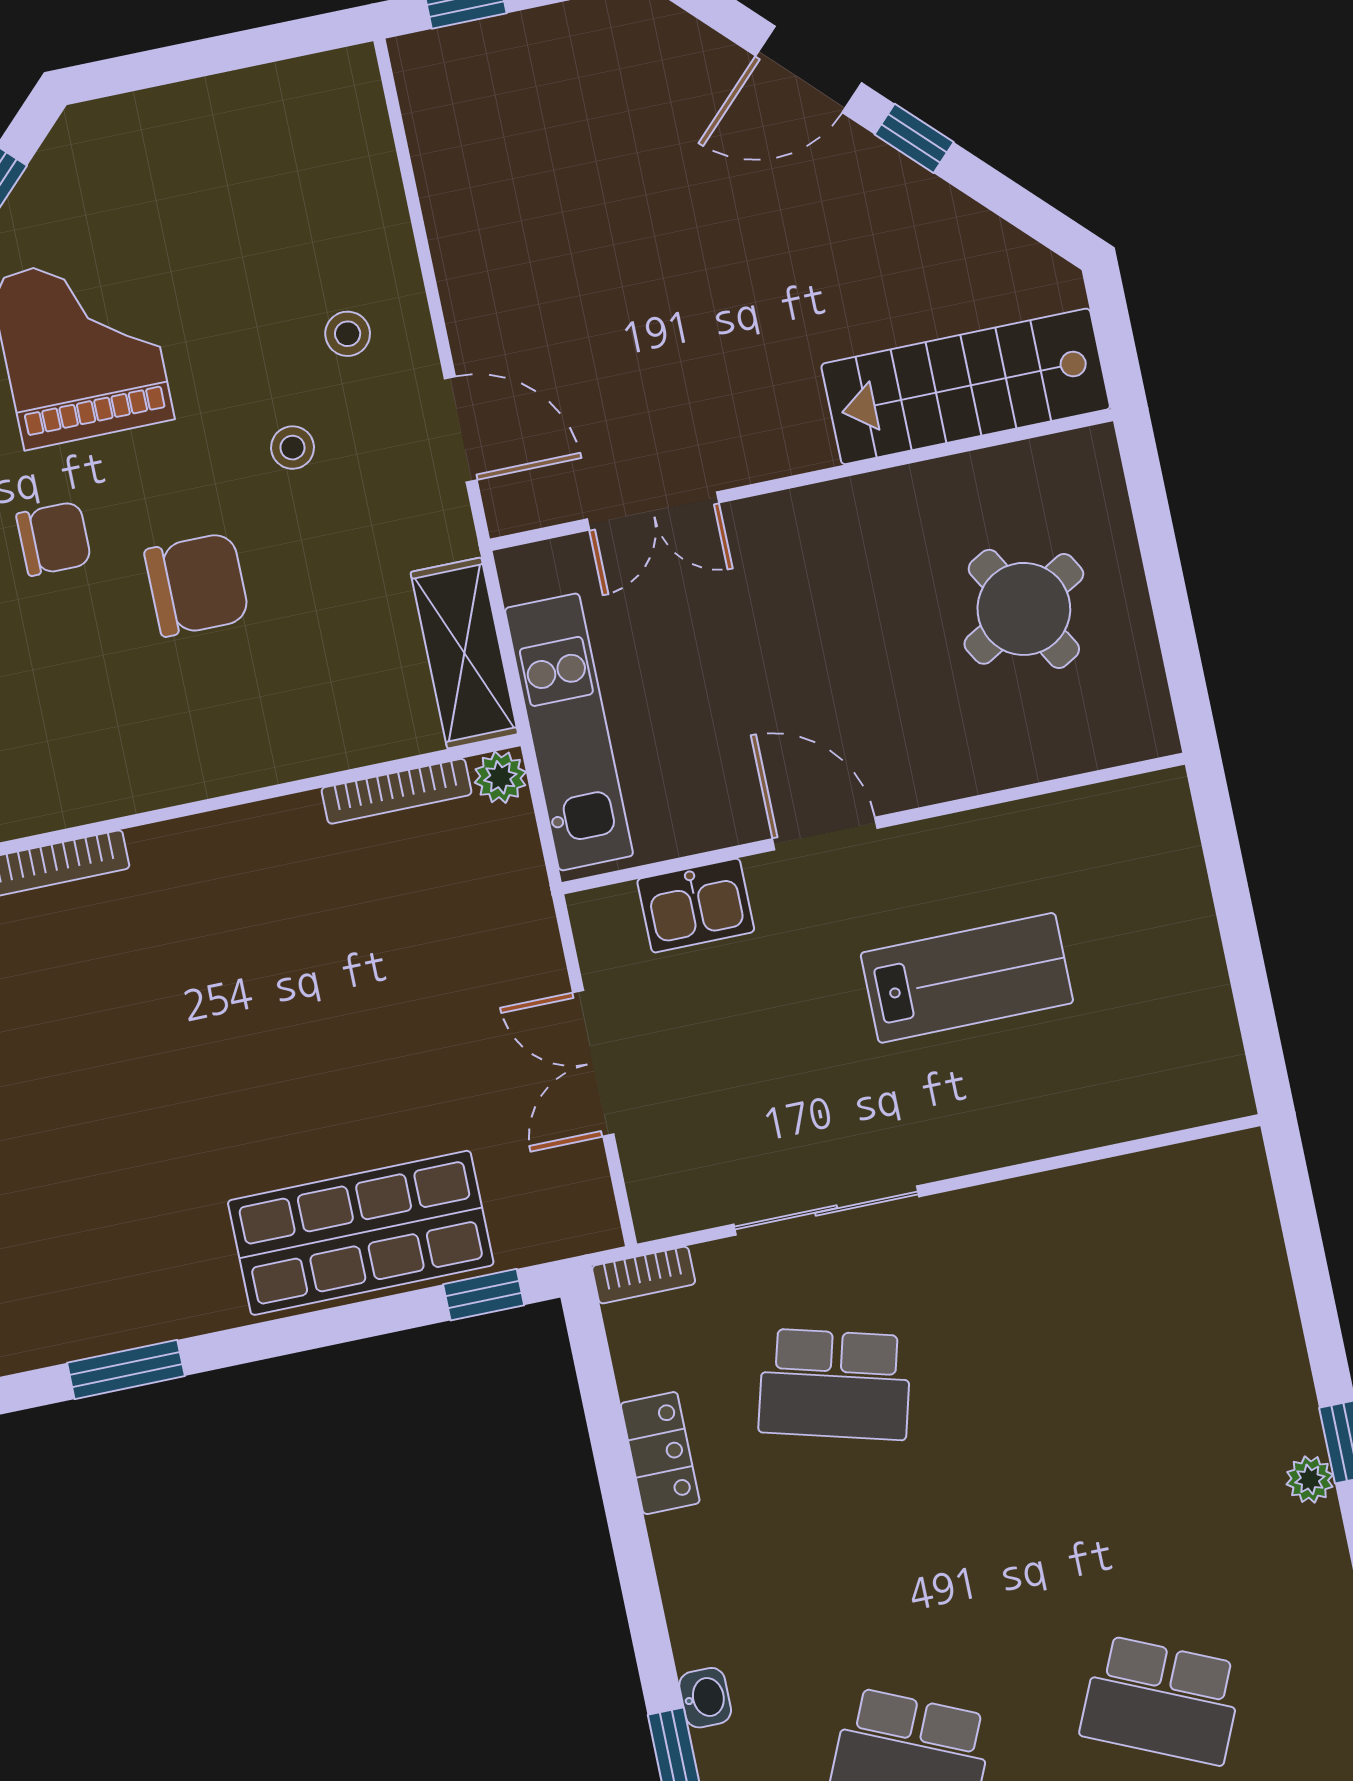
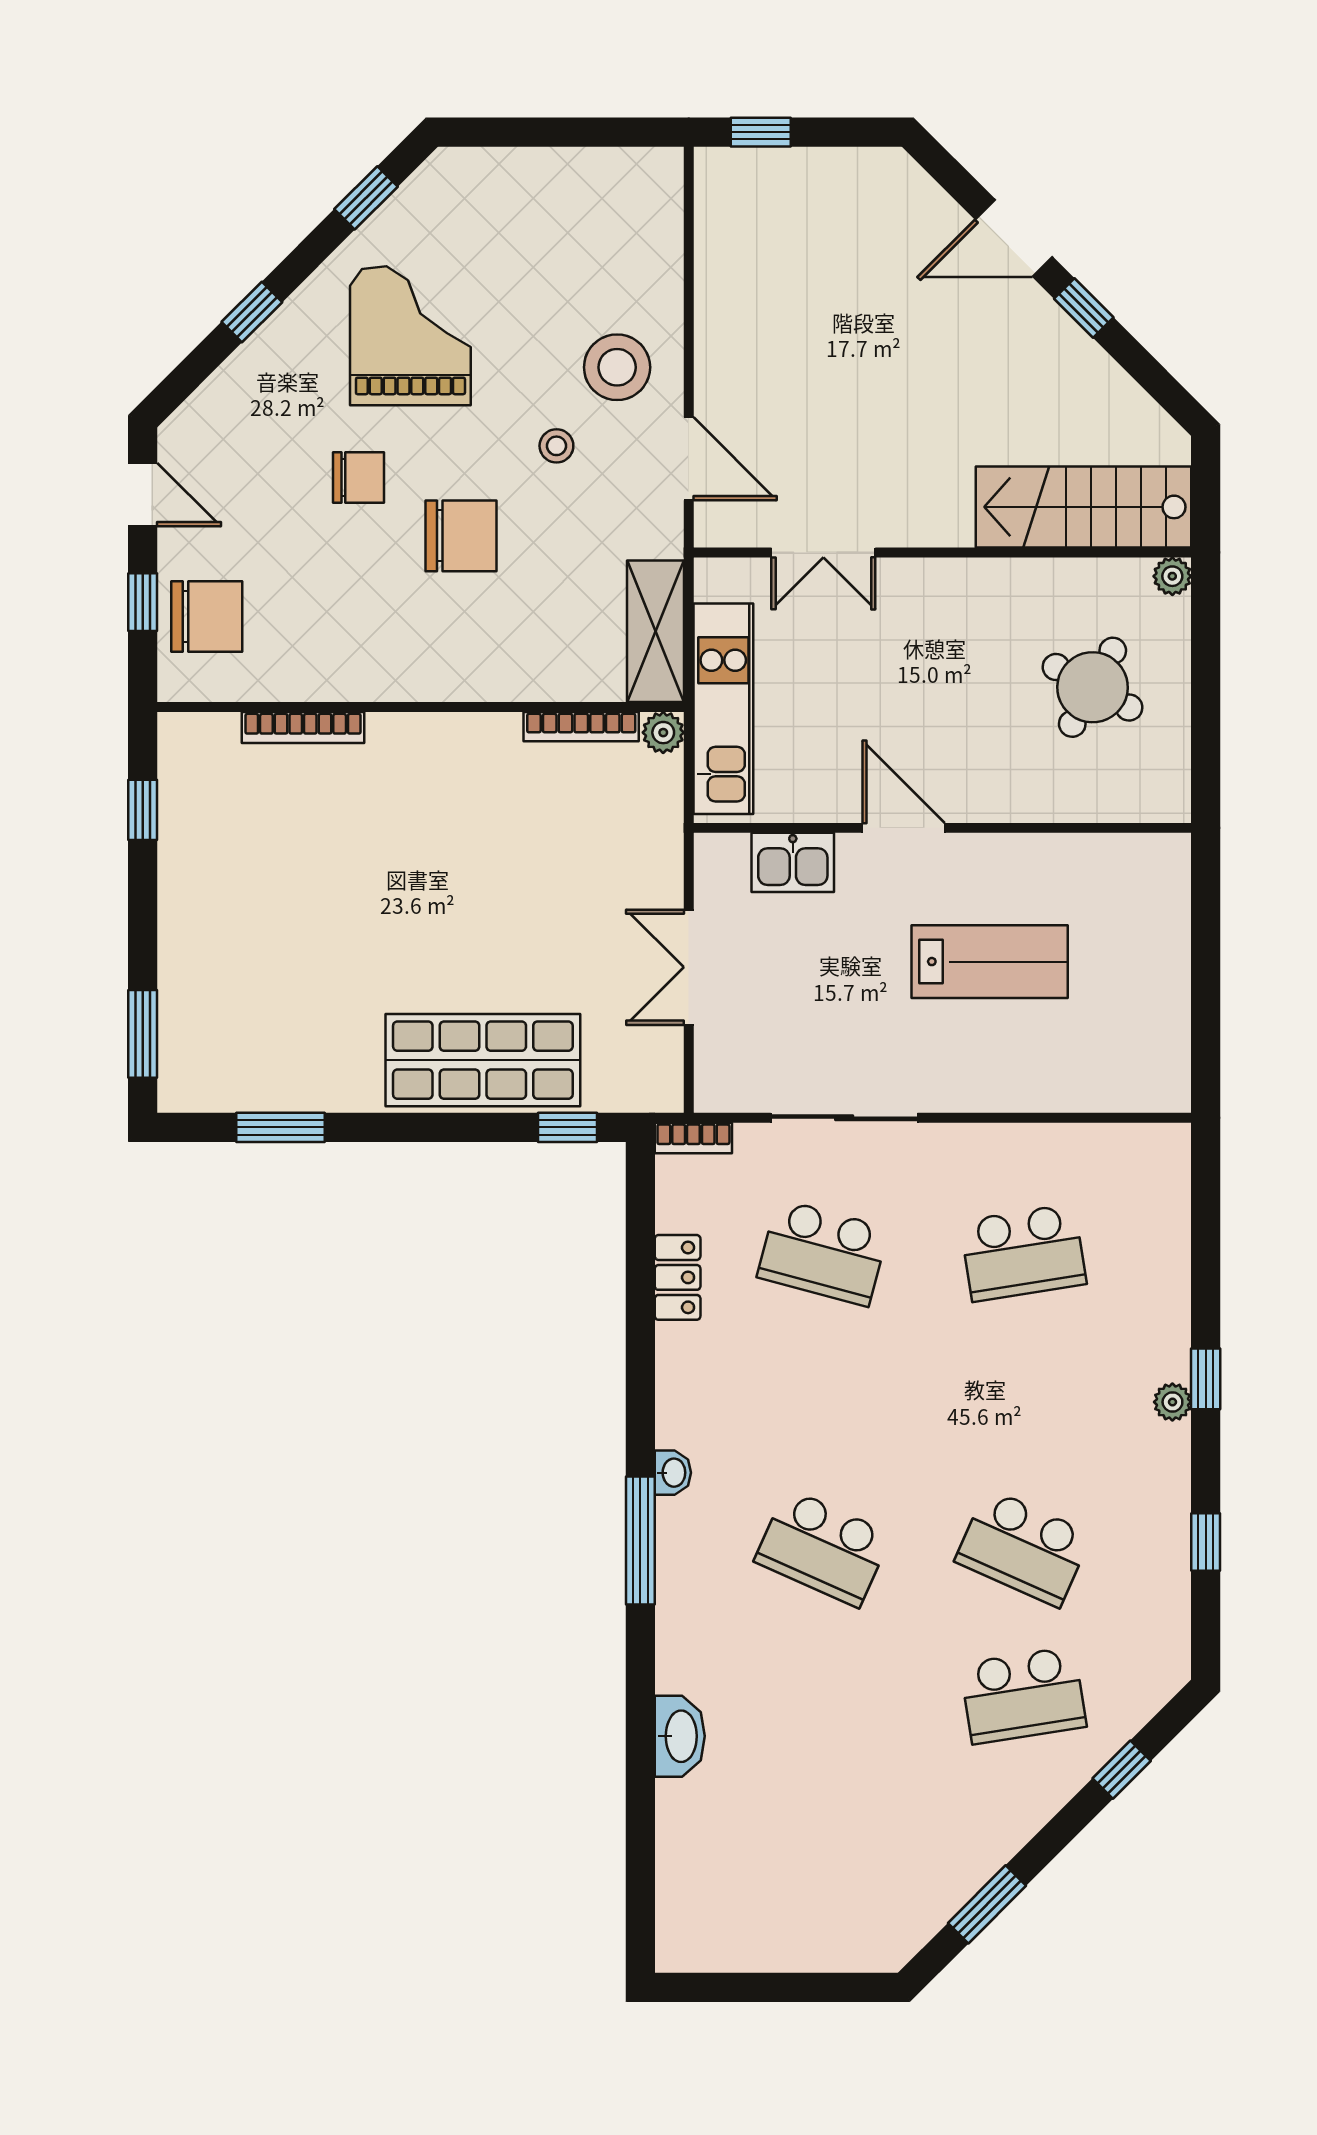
stool: (348, 334) -> (617, 367), width x1.89, depth x1.89
plant: (1094, 450) -> (1172, 576), added
round table: (1024, 609) -> (1093, 687), turned -31
school desk: (1085, 1332) -> (1023, 1253), added

